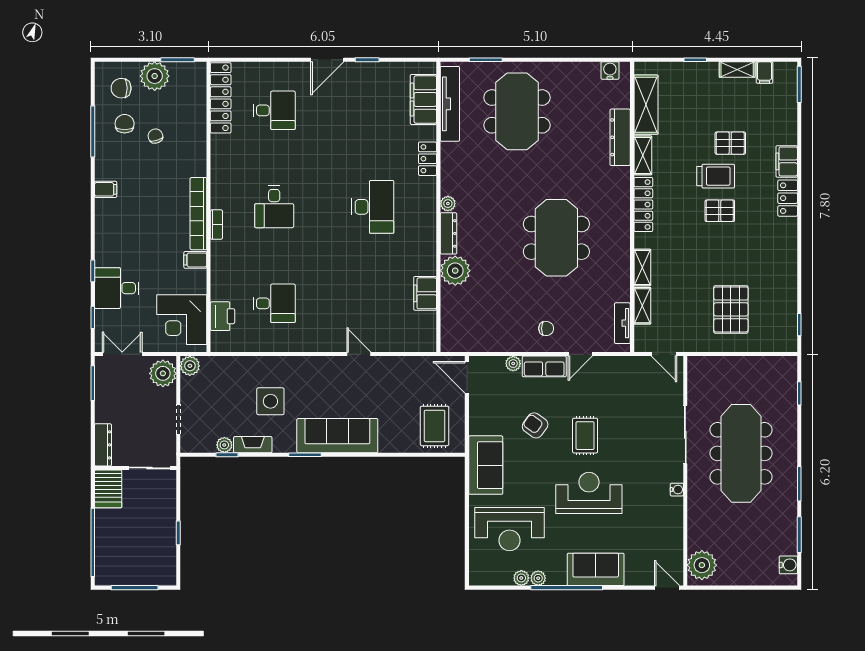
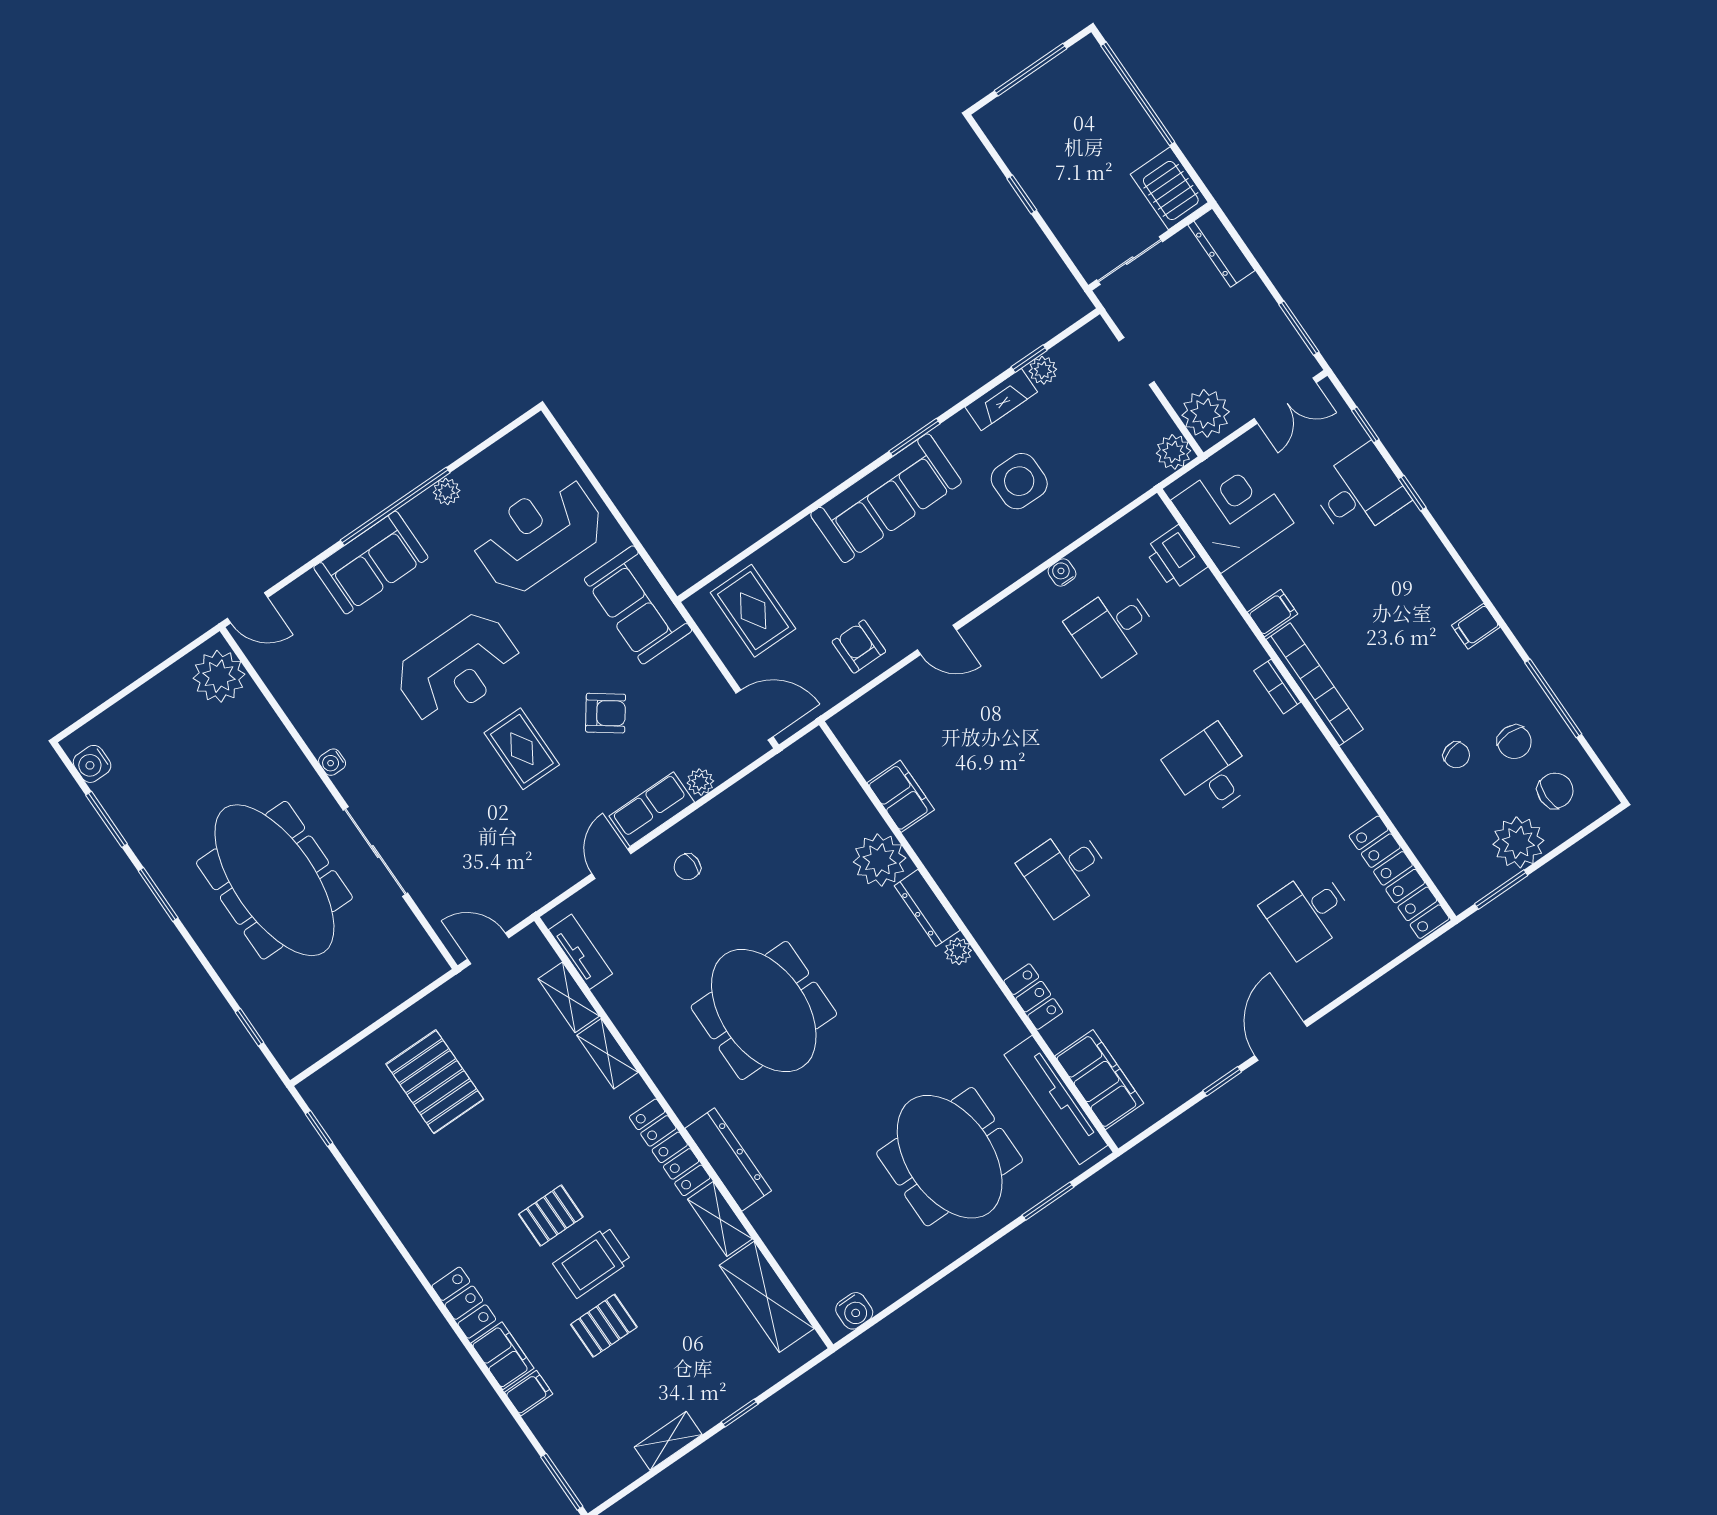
filing cabinet: (765, 72) -> (529, 1393), moved, turned 90
dresser: (620, 137) -> (728, 1160), moved
desk: (373, 207) -> (1065, 871), width x0.73
water cooler: (280, 345) -> (1062, 572), added
armchair: (397, 376) -> (859, 647), added
plant: (521, 578) -> (472, 475), removed

